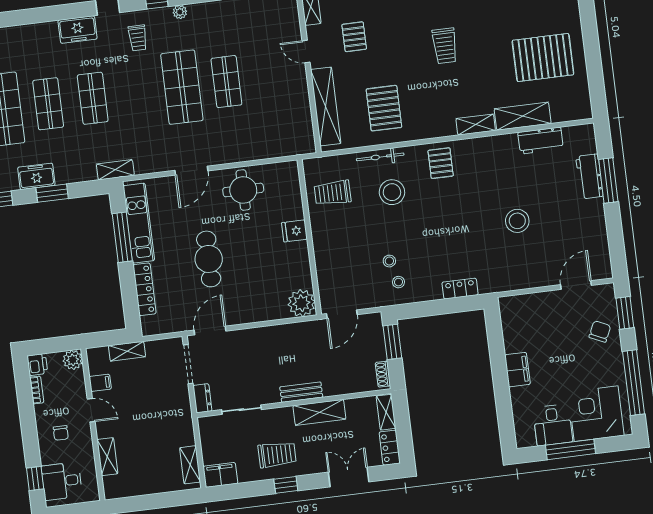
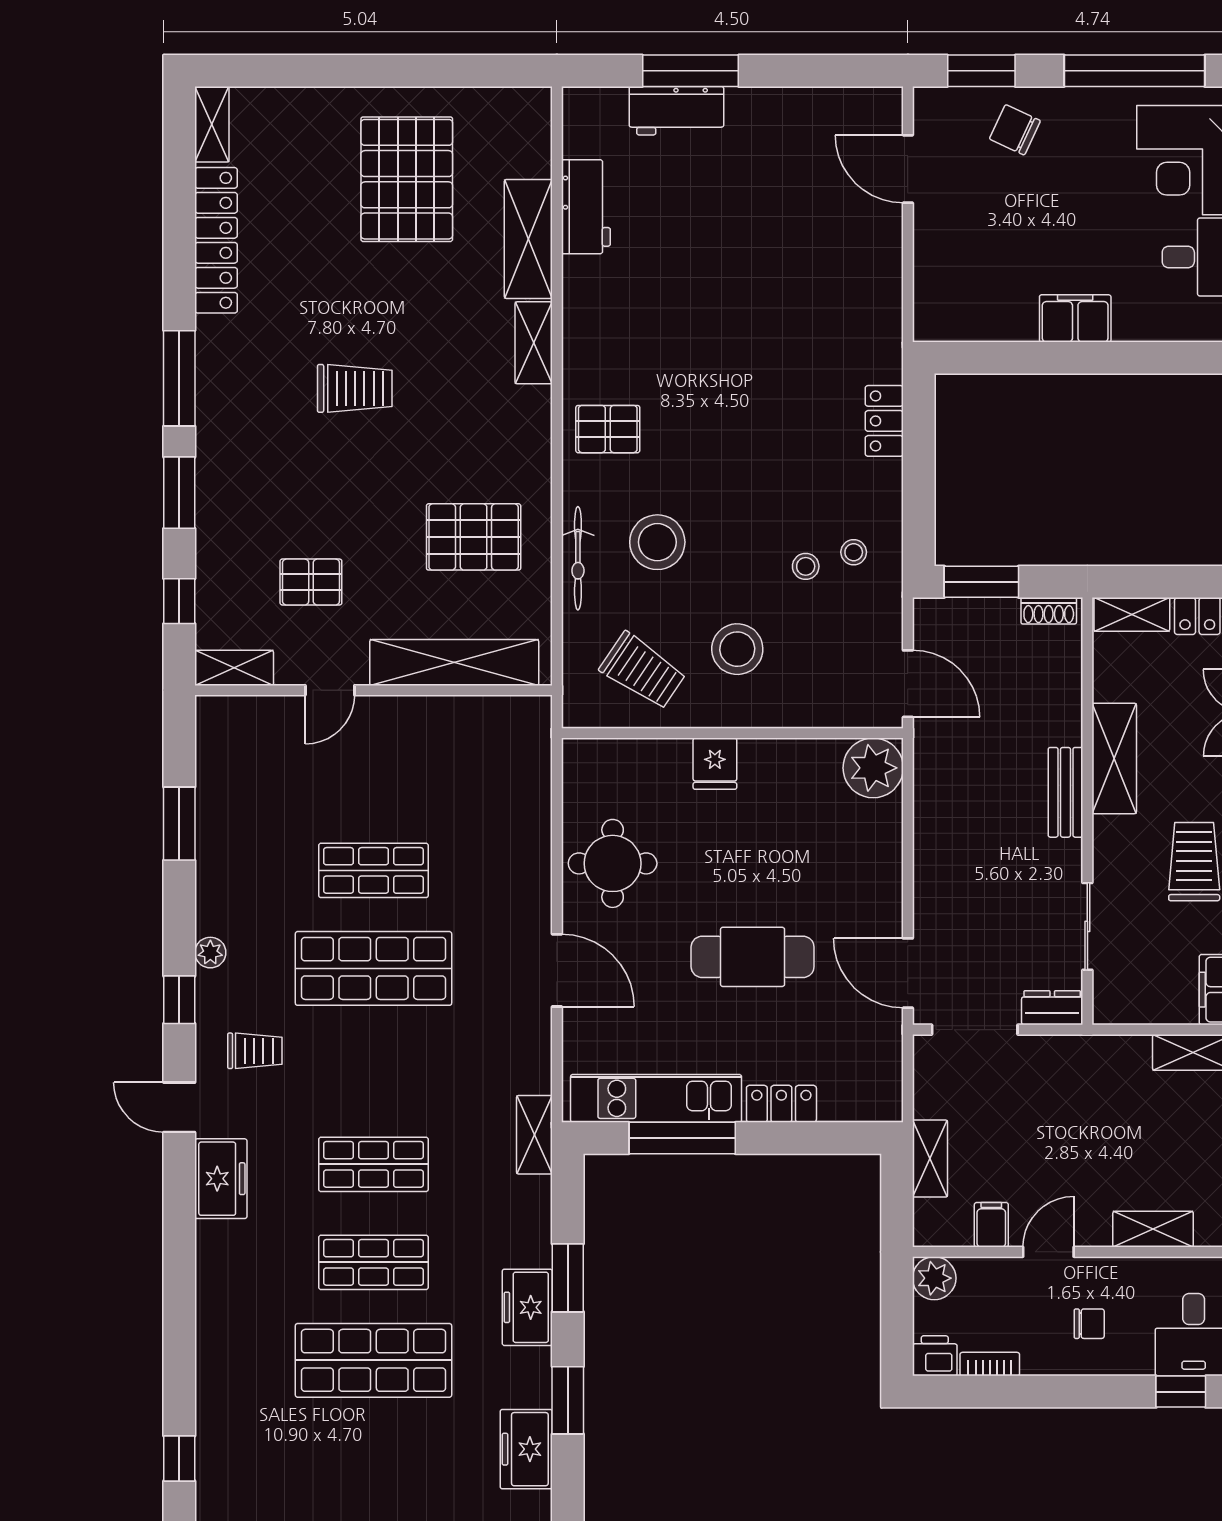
trolley: (333, 193) -> (643, 671), turned -56
stool: (517, 221) -> (737, 649), moved
locker: (144, 289) -> (781, 1104), width x0.66

